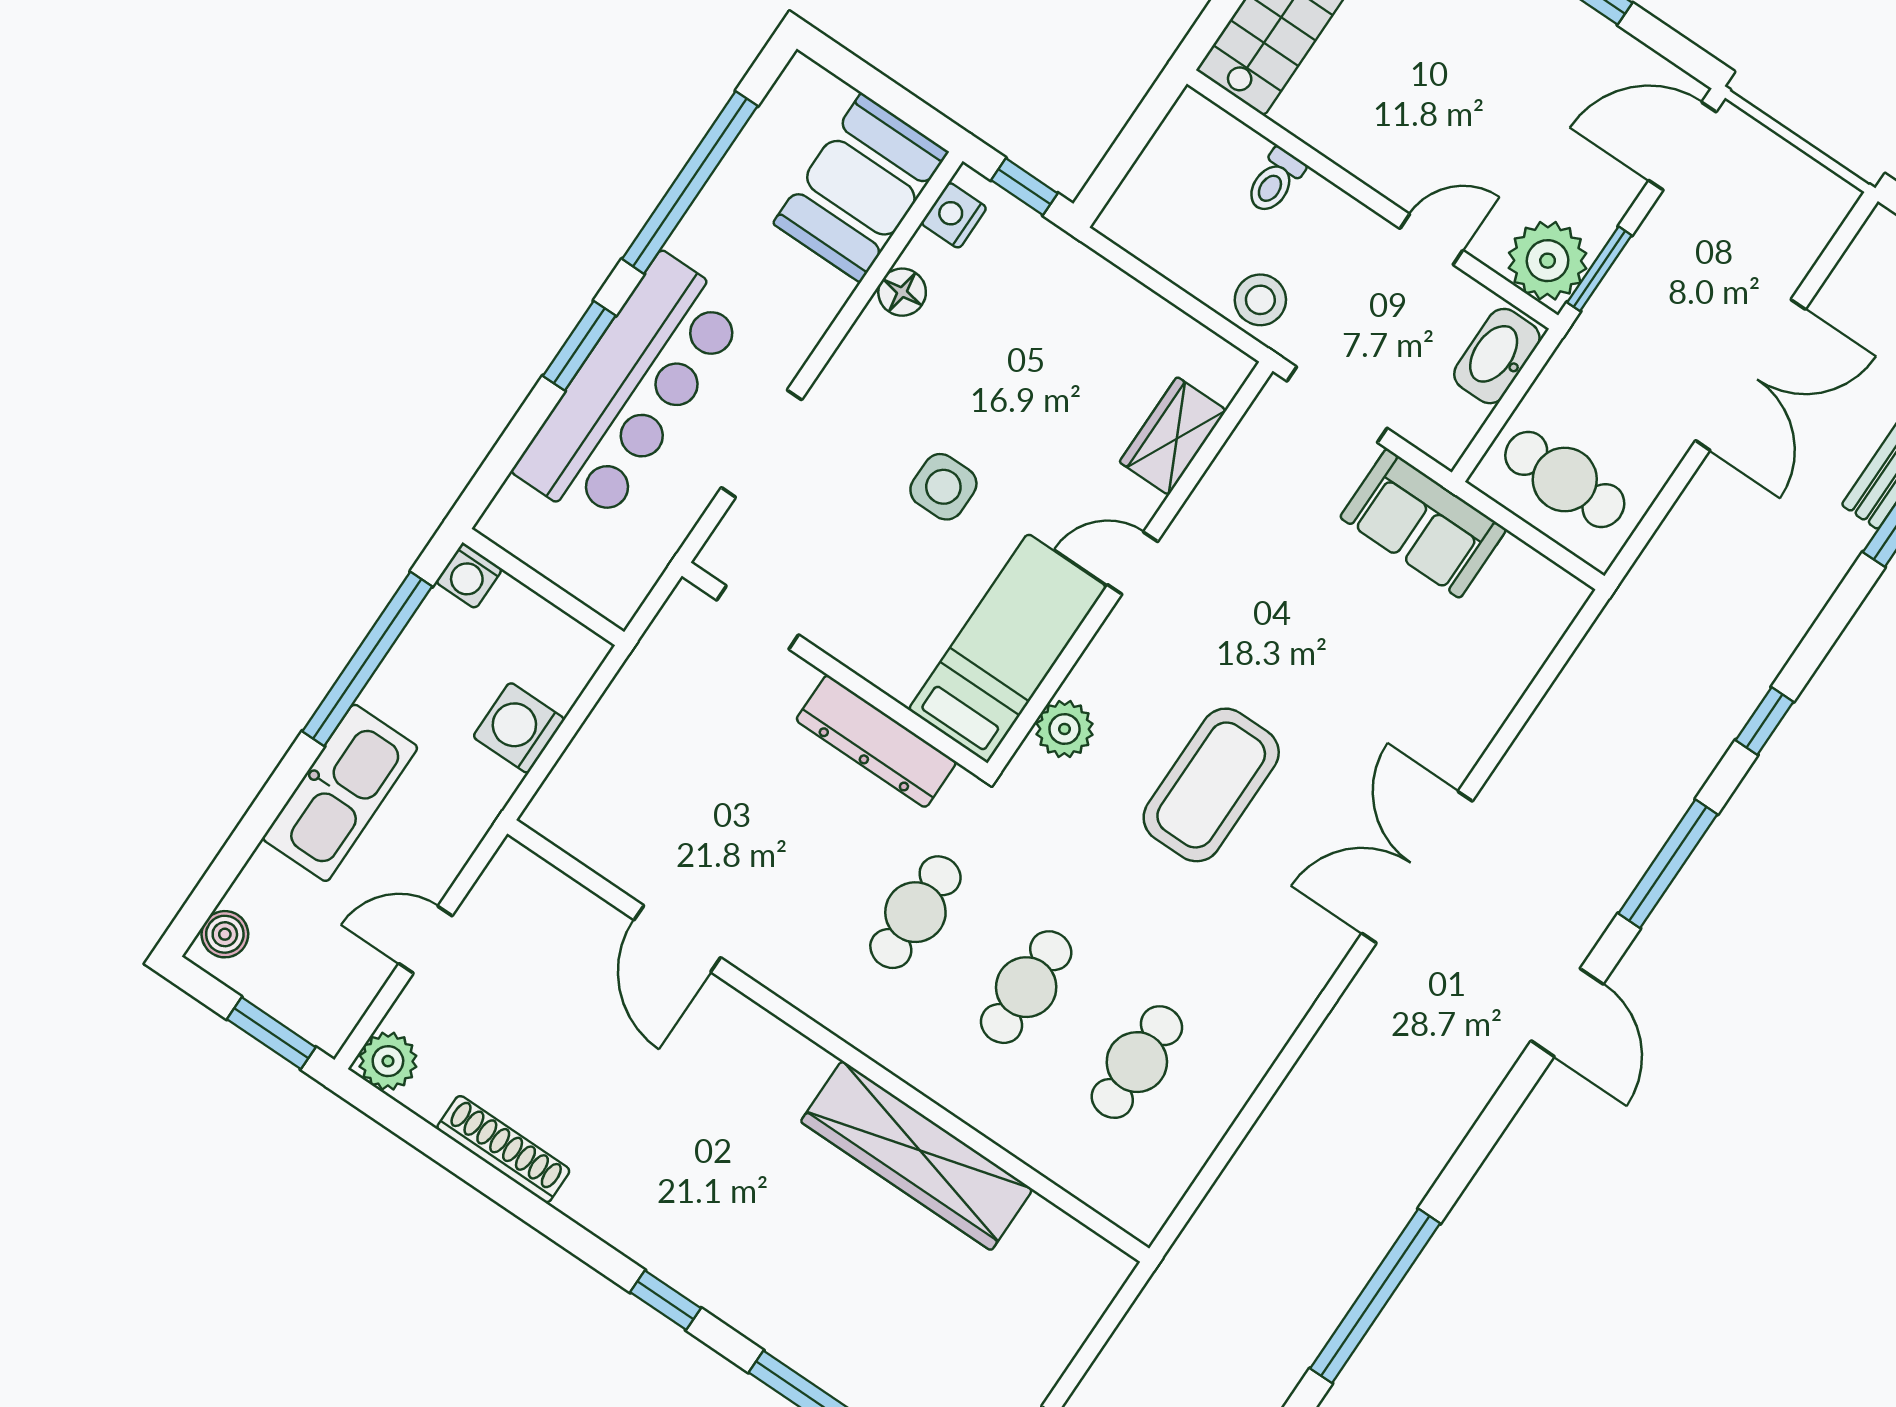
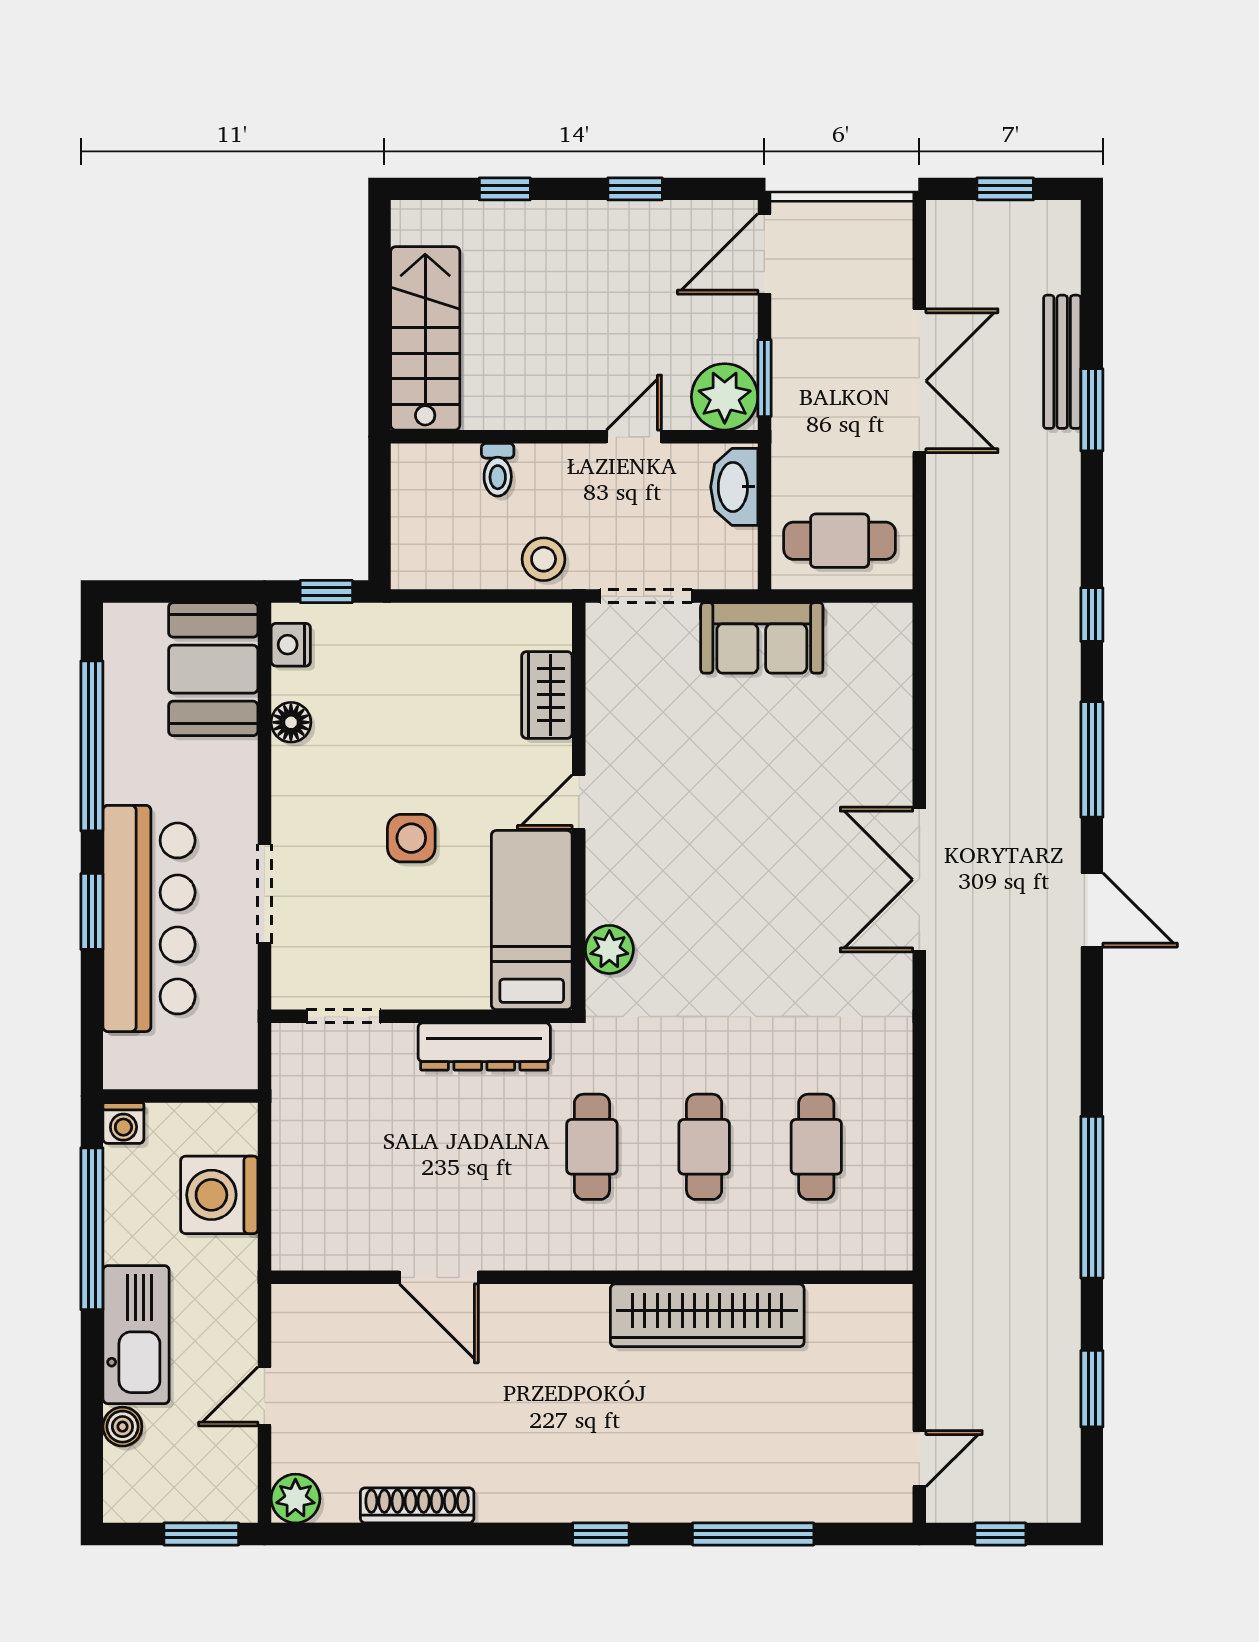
washing machine: (519, 728) -> (219, 1195), width x1.37, depth x1.37
coffee table: (1211, 785) -> (738, 919), removed
boiler: (225, 934) -> (122, 1427), moved

